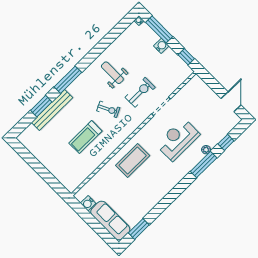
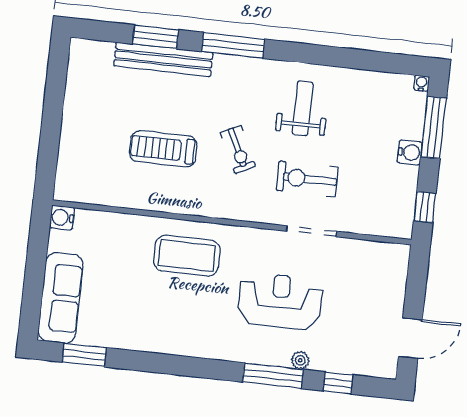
exercise bike: (140, 92) -> (307, 179), turned 180
water cooler: (88, 203) -> (62, 218), moved

